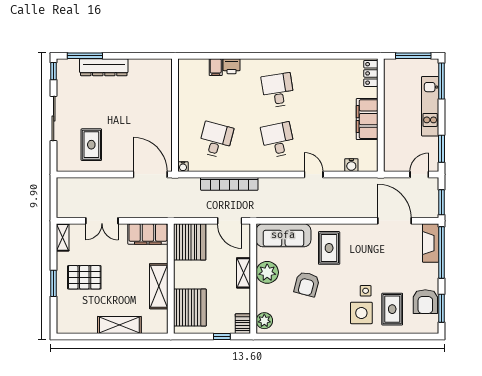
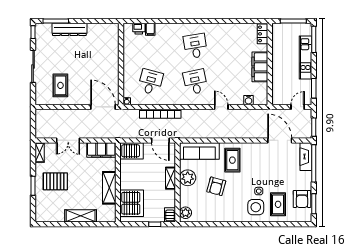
printer: (232, 66) -> (139, 29), moved
server rack: (190, 242) -> (132, 151), width x0.62

